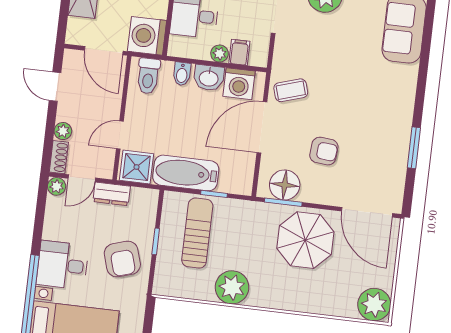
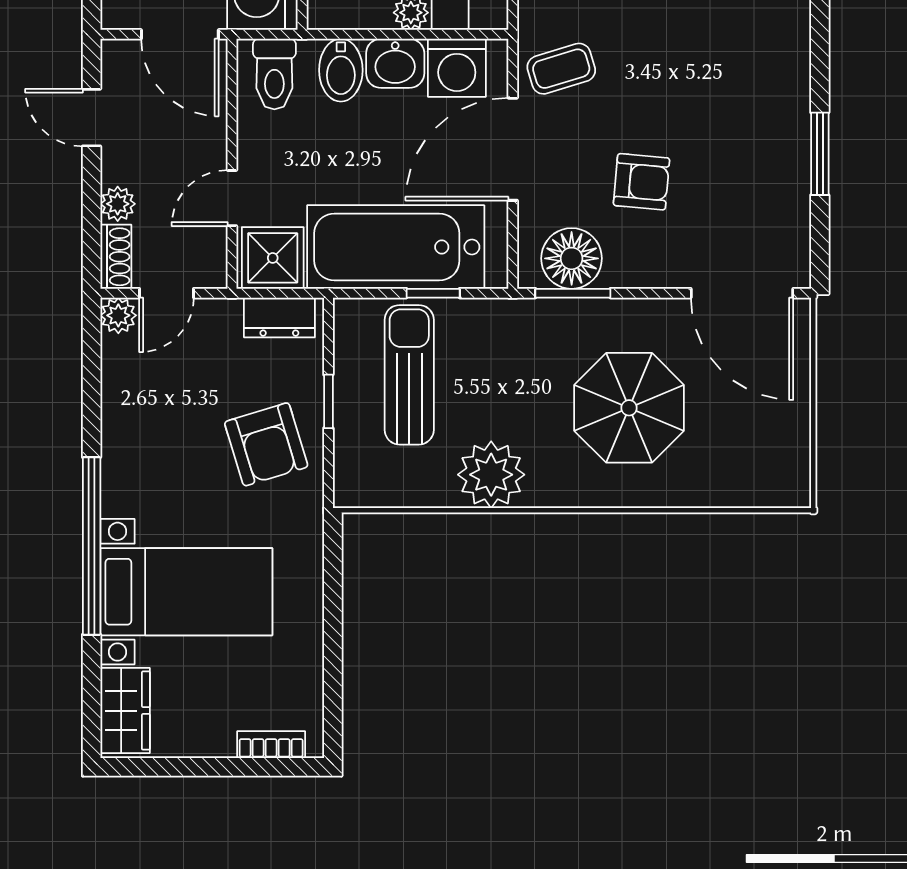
bidet: (182, 74) -> (341, 70), width x1.38, depth x1.36
bathtub: (186, 173) -> (396, 247), width x1.36, depth x1.36
dresser: (112, 194) -> (279, 317), moved
parasol: (305, 240) -> (629, 408), moved
desk: (63, 265) -> (149, 471), removed
plant: (374, 305) -> (778, 475), removed

